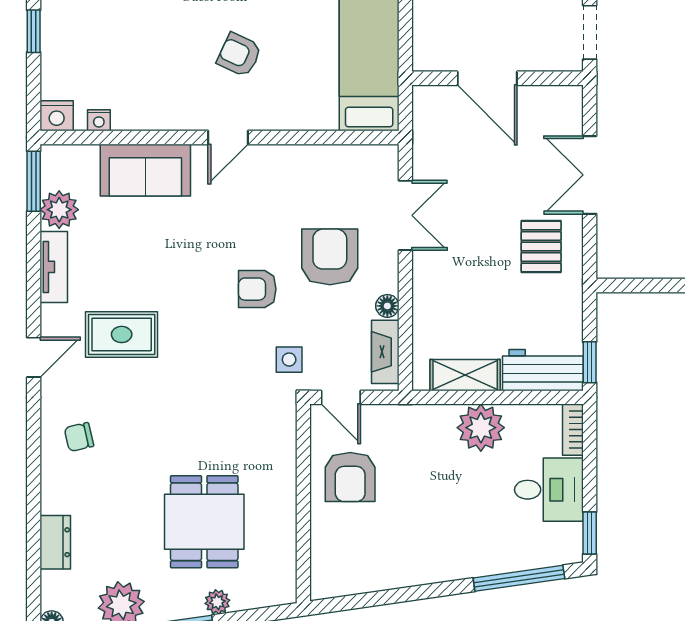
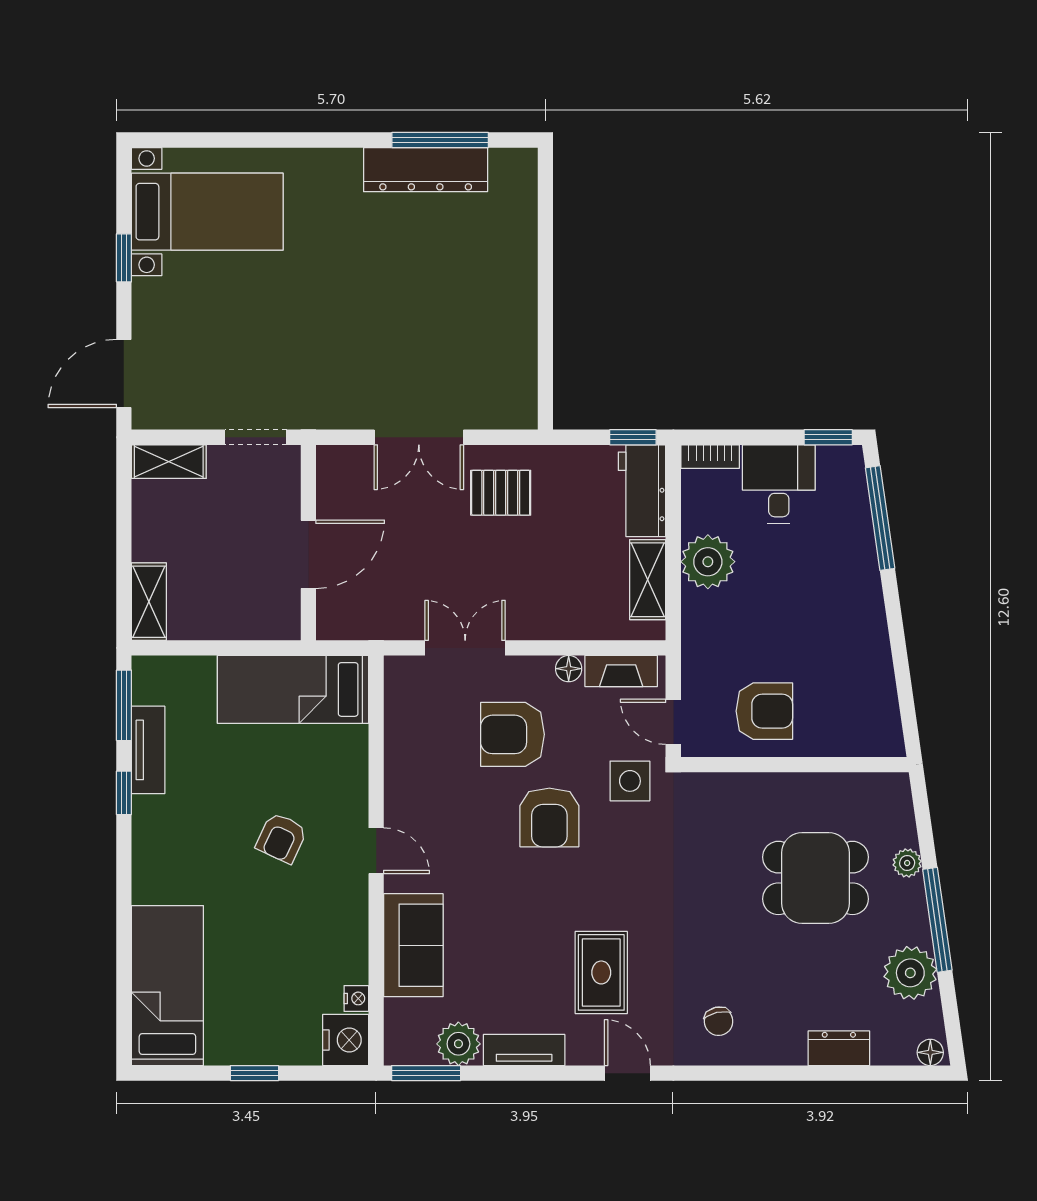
nightstand: (57, 116) -> (346, 1040), width x1.36, depth x1.33
armchair: (257, 289) -> (549, 817), width x1.38, depth x1.38
side table: (289, 360) -> (630, 781), width x1.37, depth x1.37
door: (341, 397) -> (673, 722), swing flipped

